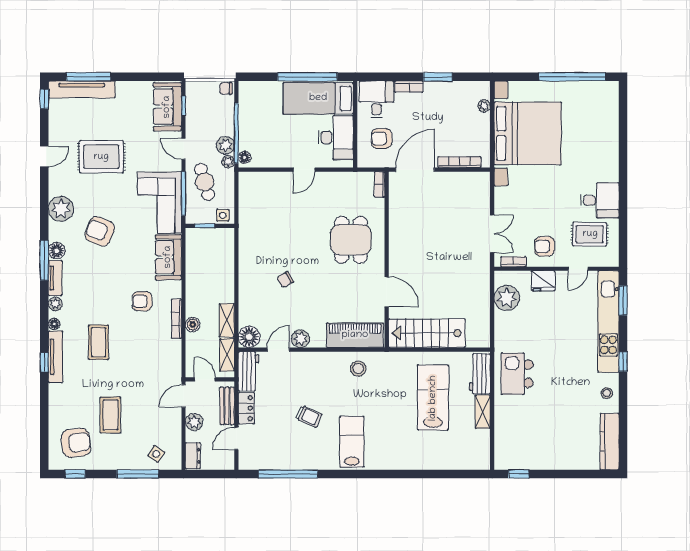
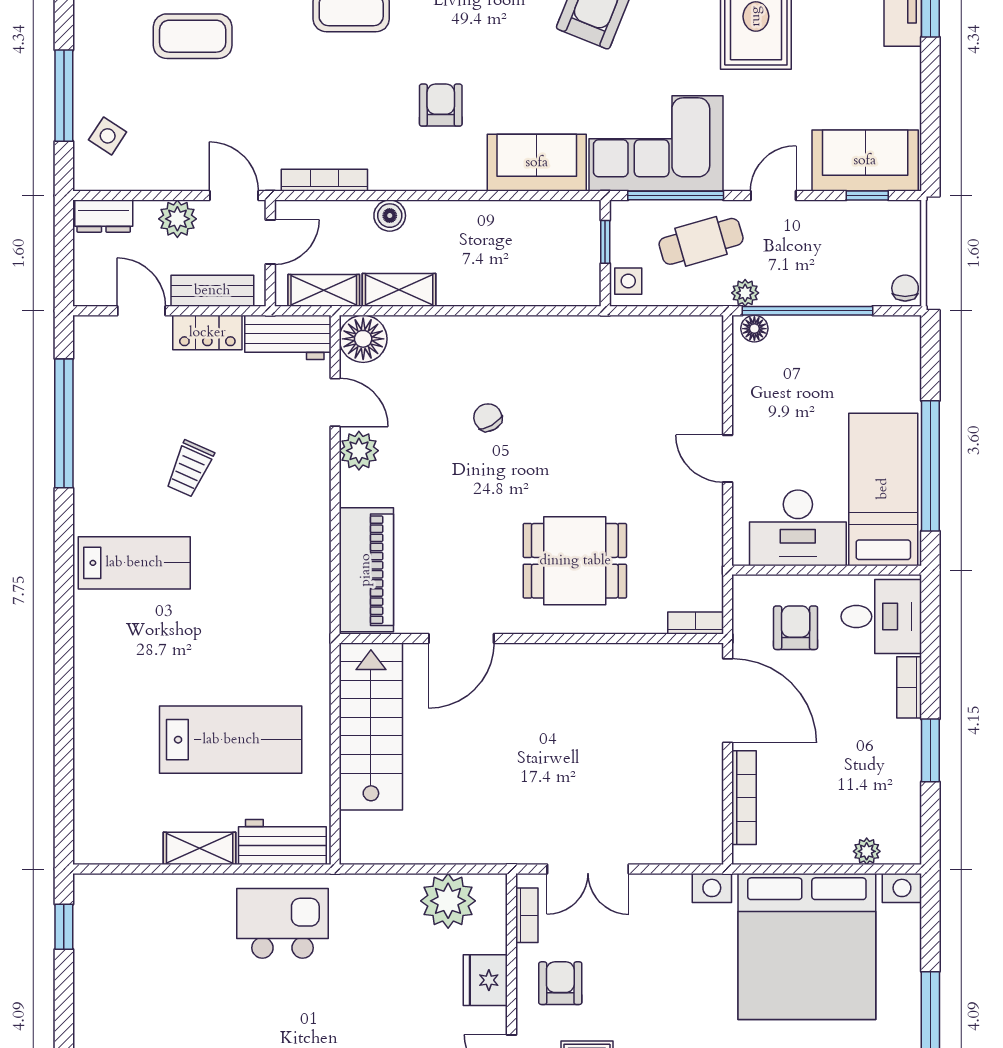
plant: (225, 145) -> (781, 287), removed
bookcase: (176, 319) -> (324, 180), moved
stool: (358, 368) -> (294, 577), removed

